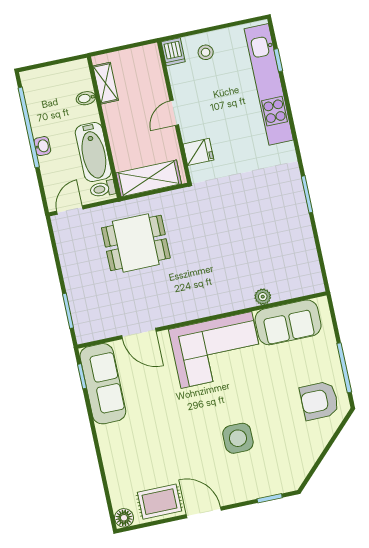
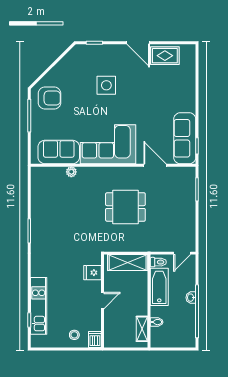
kitchen unit: (269, 84) -> (39, 306), width x0.73
dining table: (136, 243) -> (125, 207), moved
floor lamp: (124, 518) -> (190, 50), removed

